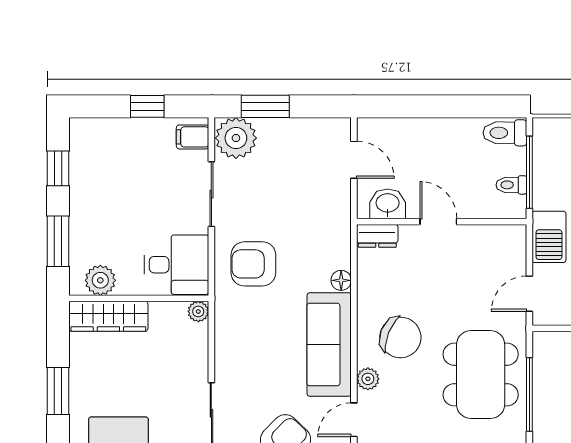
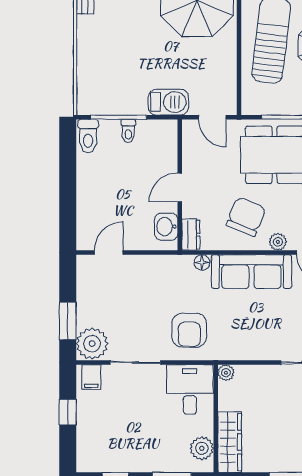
washbasin: (388, 204) -> (166, 227), moved
door: (438, 222) -> (180, 187), moved
wall: (442, 222) -> (180, 185), moved
dresser: (377, 236) -> (191, 235), moved

